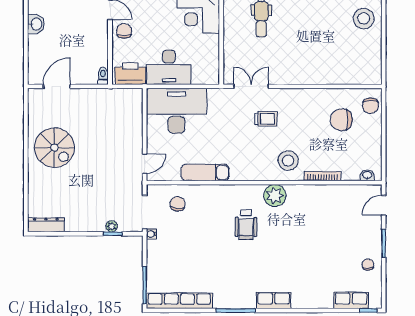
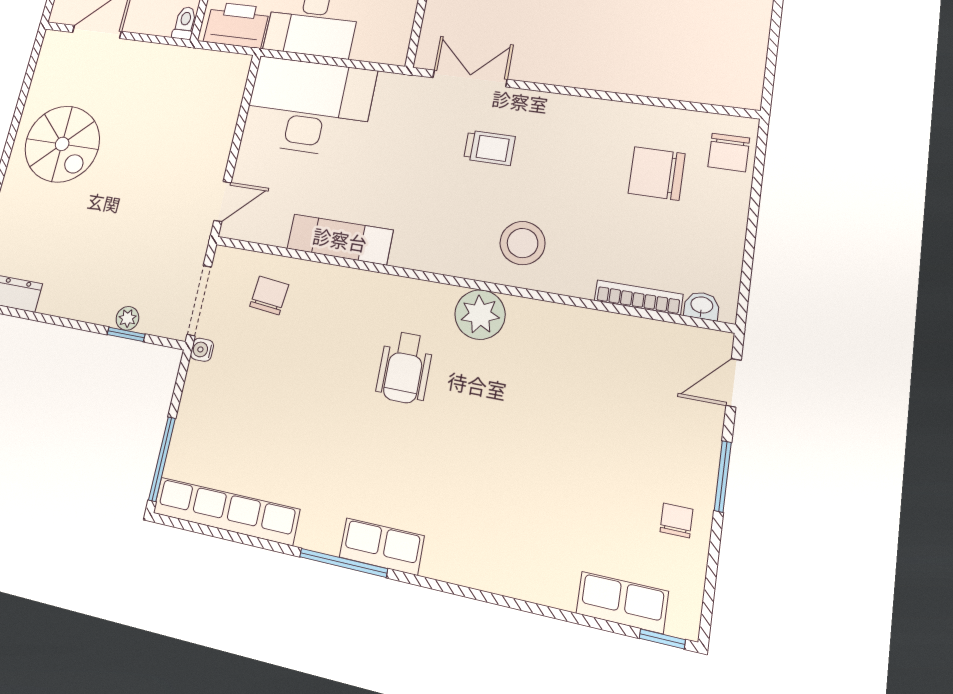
bookcase: (323, 176) -> (638, 297), moved
row of seats: (274, 300) -> (382, 546), moved

